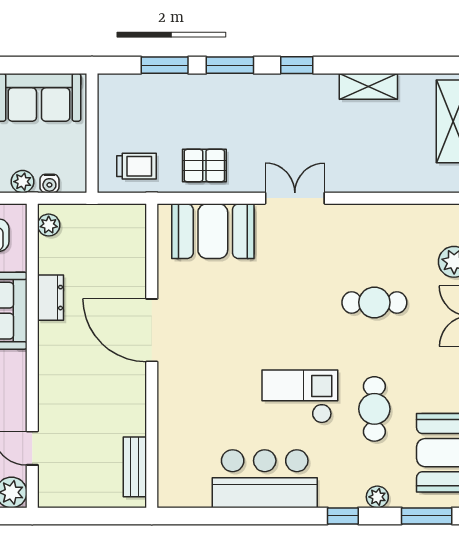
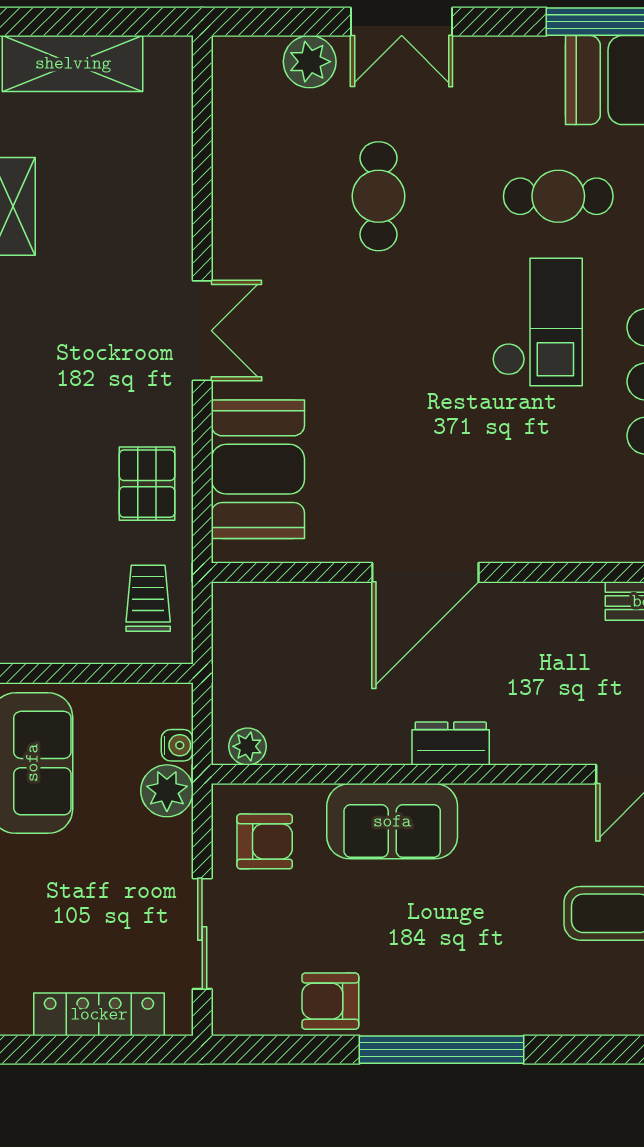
plant: (23, 182) -> (167, 791), width x1.38, depth x1.38
double door: (295, 198) -> (202, 331), swing flipped
dresser: (50, 298) -> (451, 743), moved
checkout: (300, 397) -> (537, 322), turned 180

